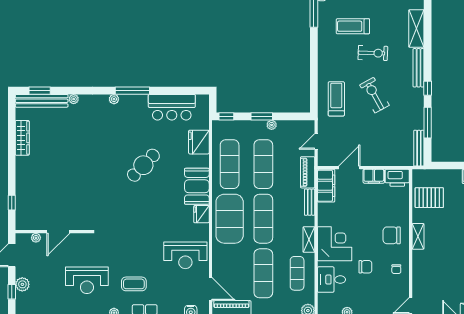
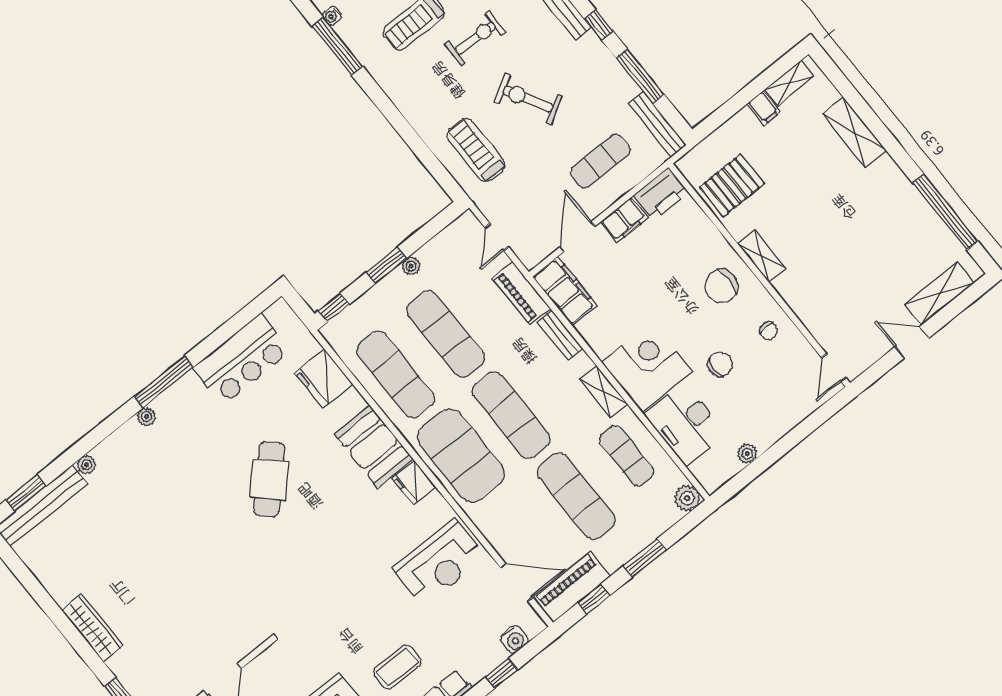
wardrobe: (22, 138) -> (92, 628), moved
exercise mat: (383, 144) -> (600, 161), added
desk: (332, 280) -> (685, 424), width x1.37

